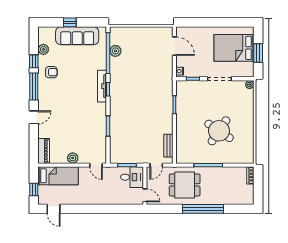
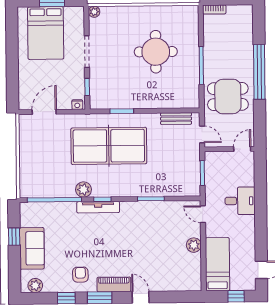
window: (70, 22) -> (14, 237), moved
sofa: (77, 36) -> (32, 248), width x0.73
plant: (43, 49) -> (35, 286), moved
plant: (115, 51) -> (84, 190), moved
window: (34, 87) -> (100, 298), width x0.69
table tennis table: (148, 95) -> (109, 146), added
round table: (219, 131) -> (156, 52), turned -34
piano: (44, 151) -> (114, 284), moved
door: (96, 165) -> (203, 214), swing flipped
desk: (132, 177) -> (240, 201), moved, turned 90
dining table: (185, 185) -> (228, 96), turned 90

